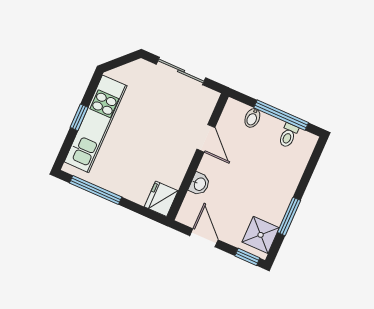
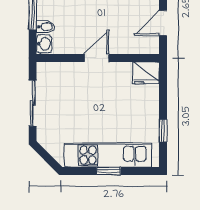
door: (206, 138) -> (97, 58), moved
washbasin: (199, 184) -> (44, 44), moved, turned 90
window: (96, 190) -> (163, 131), width x0.46

